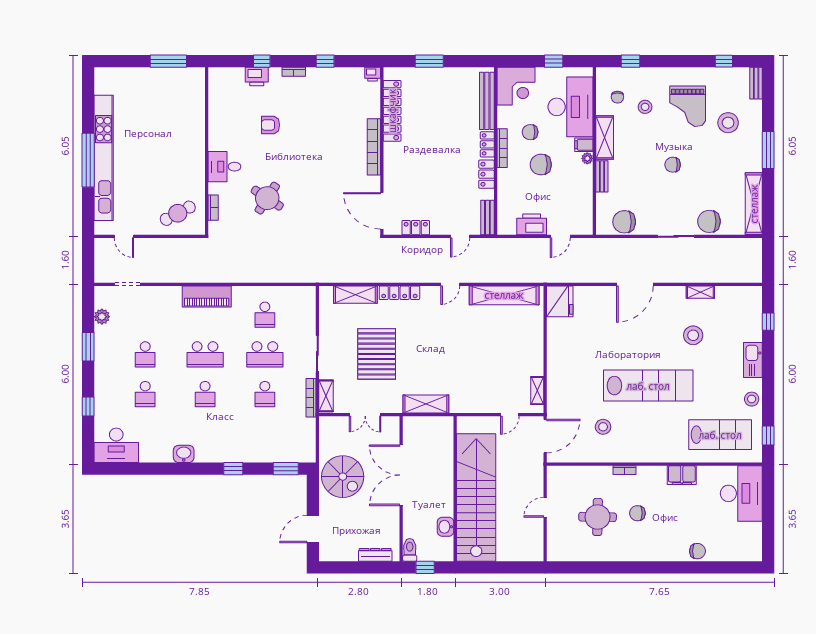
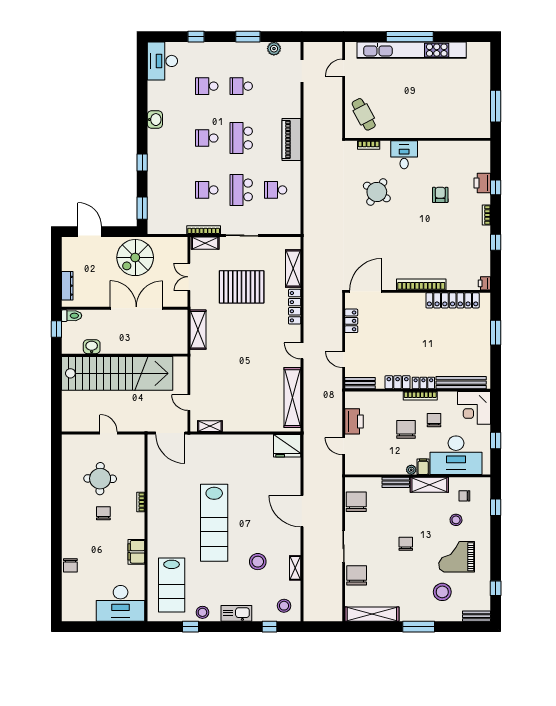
stool: (603, 427) -> (284, 606), moved
window: (768, 436) -> (191, 627), moved

